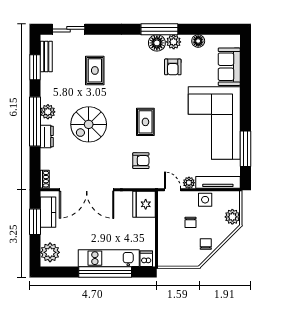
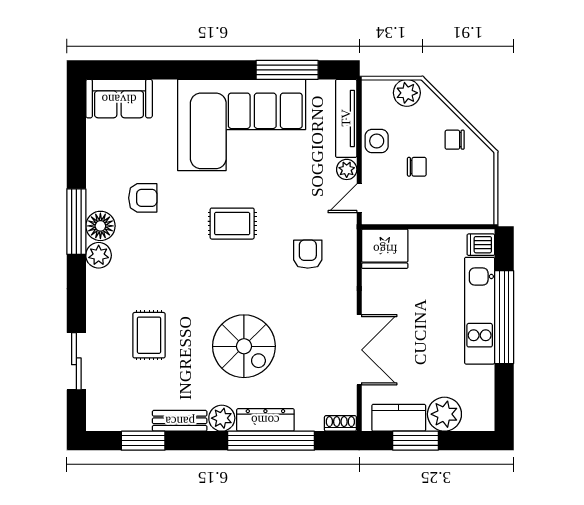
sliding door: (69, 29) -> (76, 361), moved
floor lamp: (198, 41) -> (97, 153), removed
plant: (174, 42) -> (99, 255), moved
bench: (46, 56) -> (180, 421), moved
sofa: (229, 67) -> (119, 99), moved
rug: (95, 70) -> (149, 335), turned 90
window: (35, 122) -> (271, 441), moved
rug: (145, 122) -> (232, 224), moved
dresser: (47, 137) -> (265, 420), width x1.44
double door: (87, 190) -> (359, 350), width x0.73
plant: (50, 252) -> (444, 414), moved

